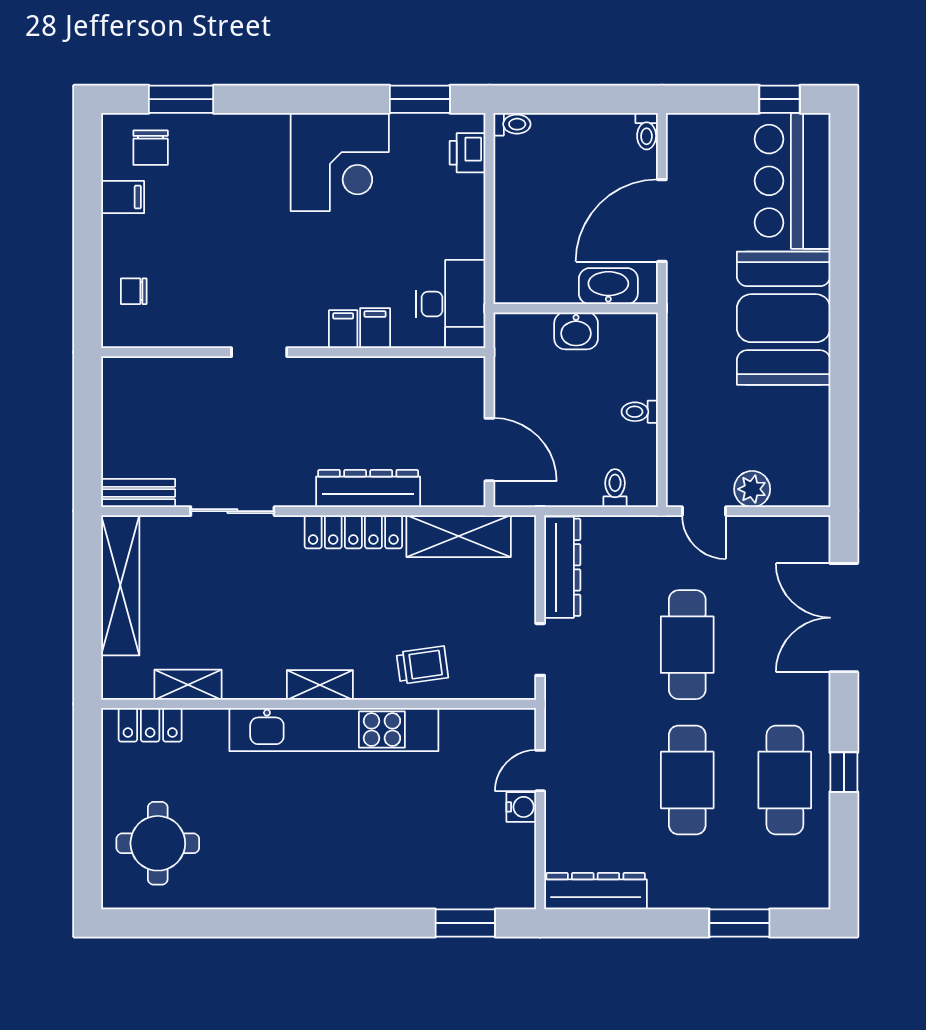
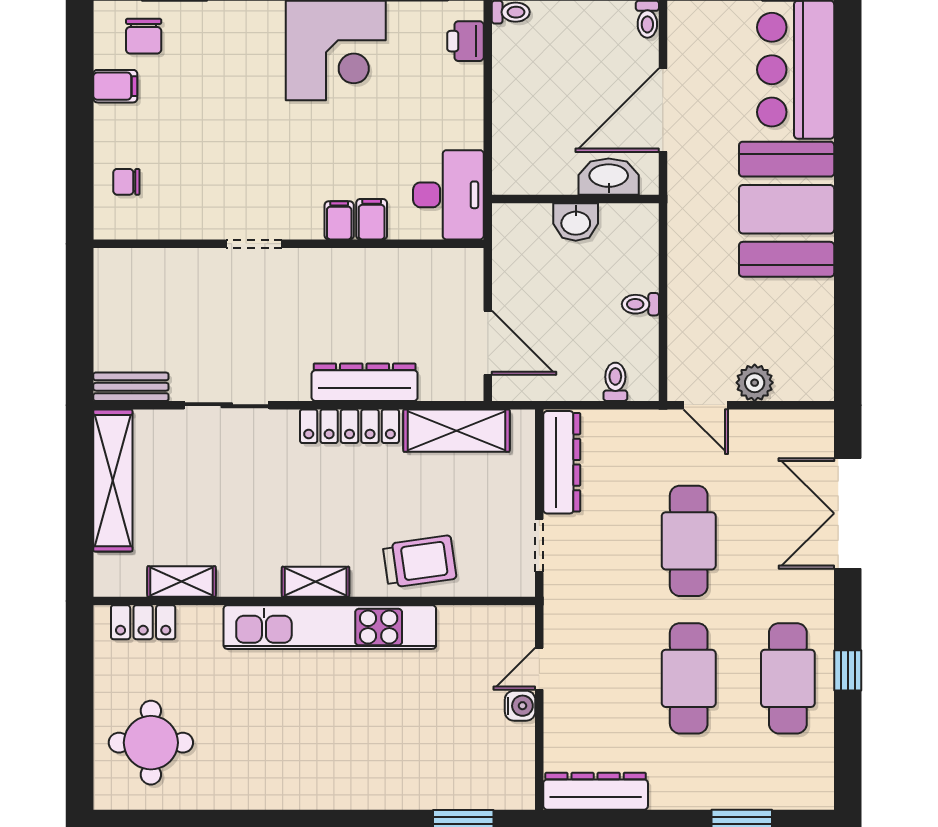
trolley: (422, 665) -> (420, 562), width x1.36, depth x1.39

